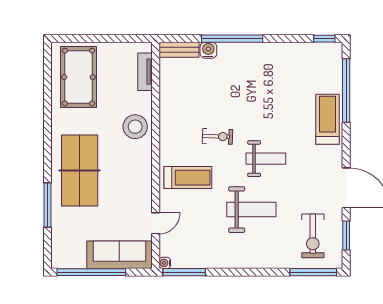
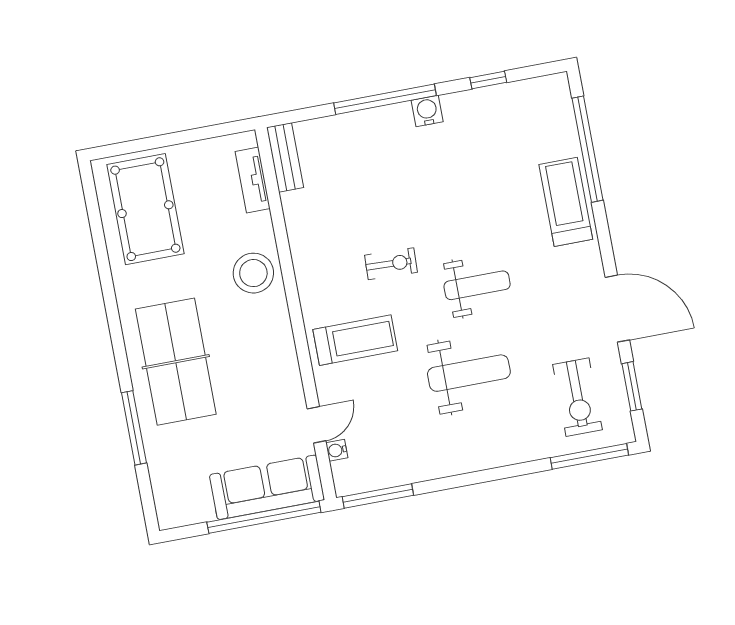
window: (324, 39) -> (488, 80), moved
bench: (179, 50) -> (285, 157), moved, turned 90
water cooler: (208, 50) -> (427, 111), moved
water cooler: (165, 263) -> (337, 450), moved
window: (91, 272) -> (264, 517), moved

